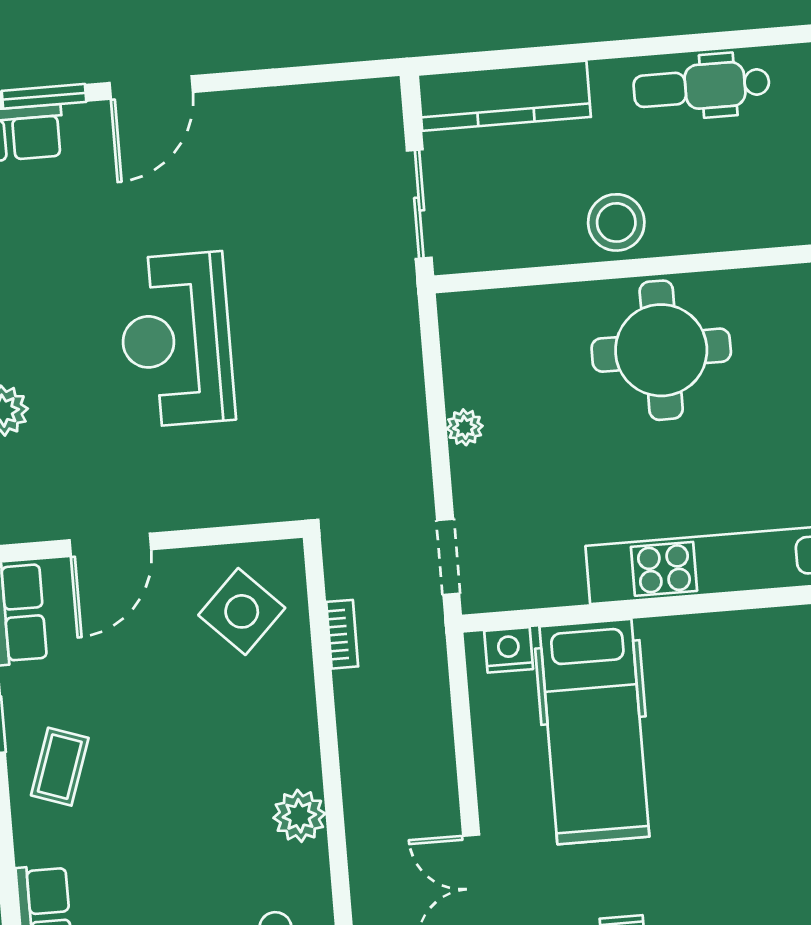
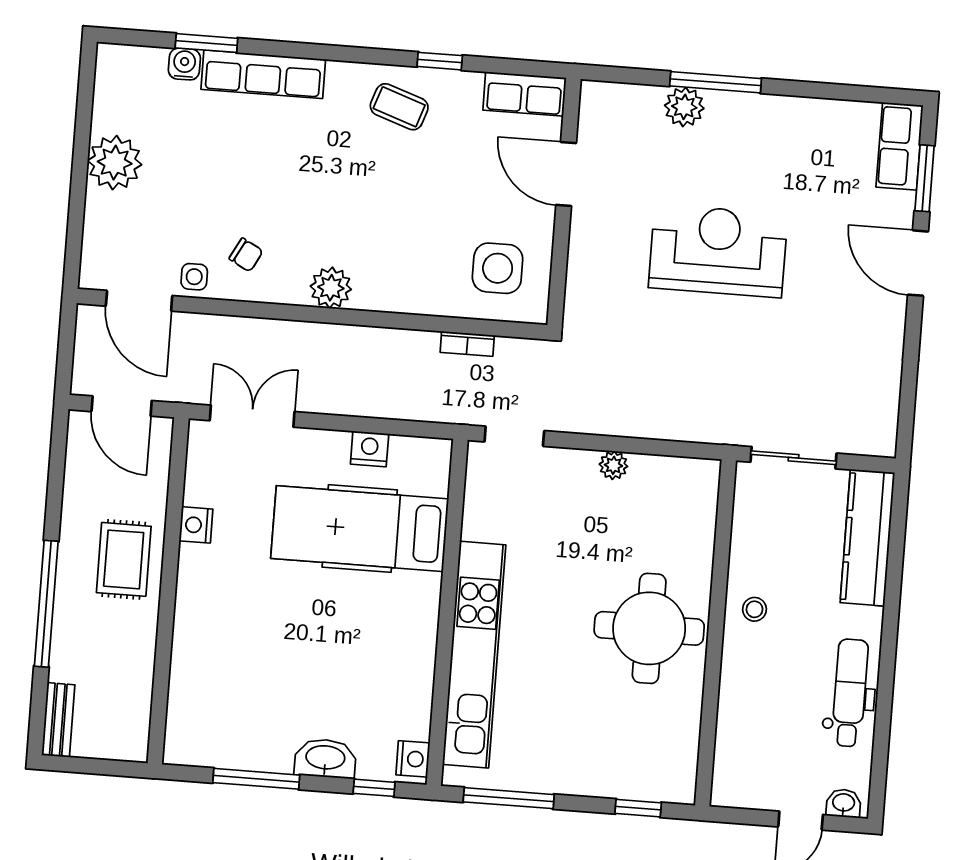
stool: (616, 222) -> (754, 609), width x0.53, depth x0.53
side table: (242, 611) -> (498, 268), turned 45
nightstand: (509, 650) -> (370, 449), moved, turned -90

